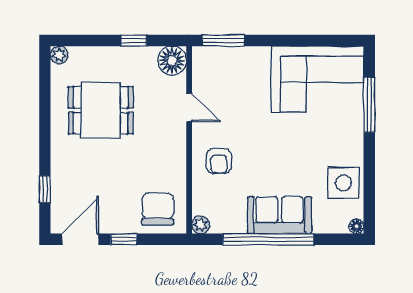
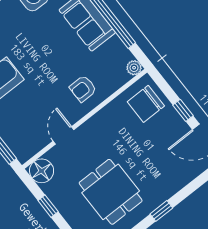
armchair: (219, 161) -> (83, 89), turned 180
window: (45, 189) -> (161, 211), moved

